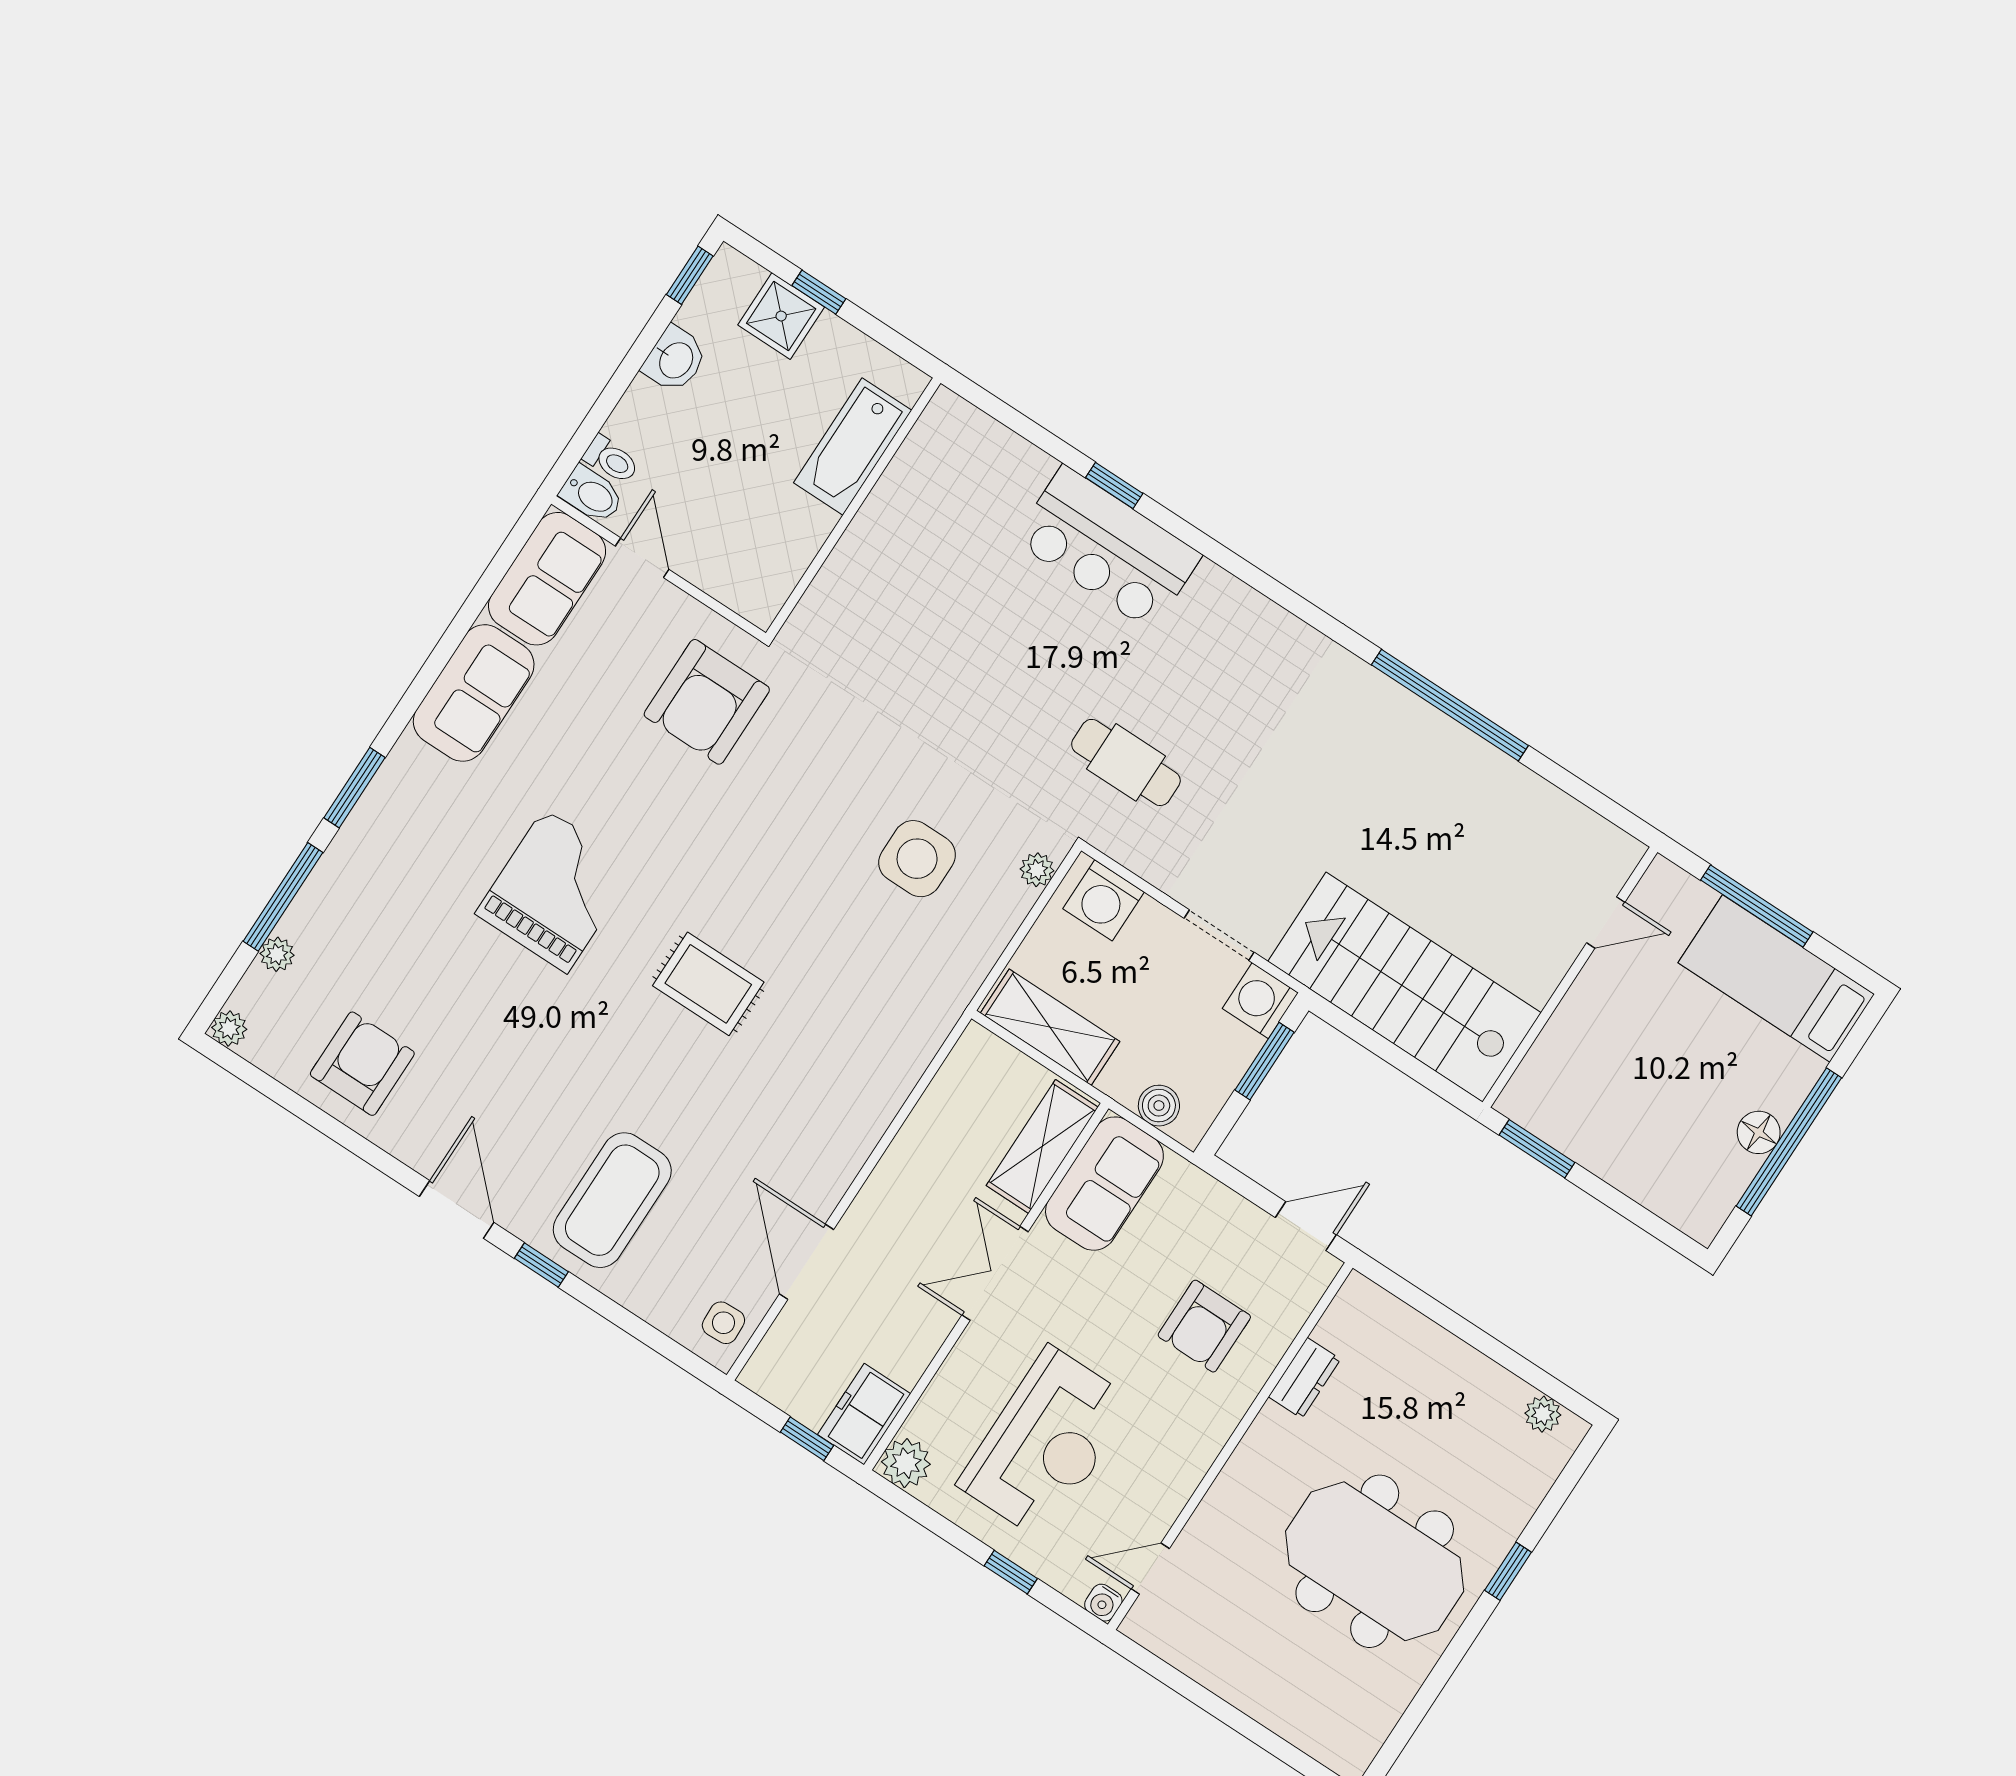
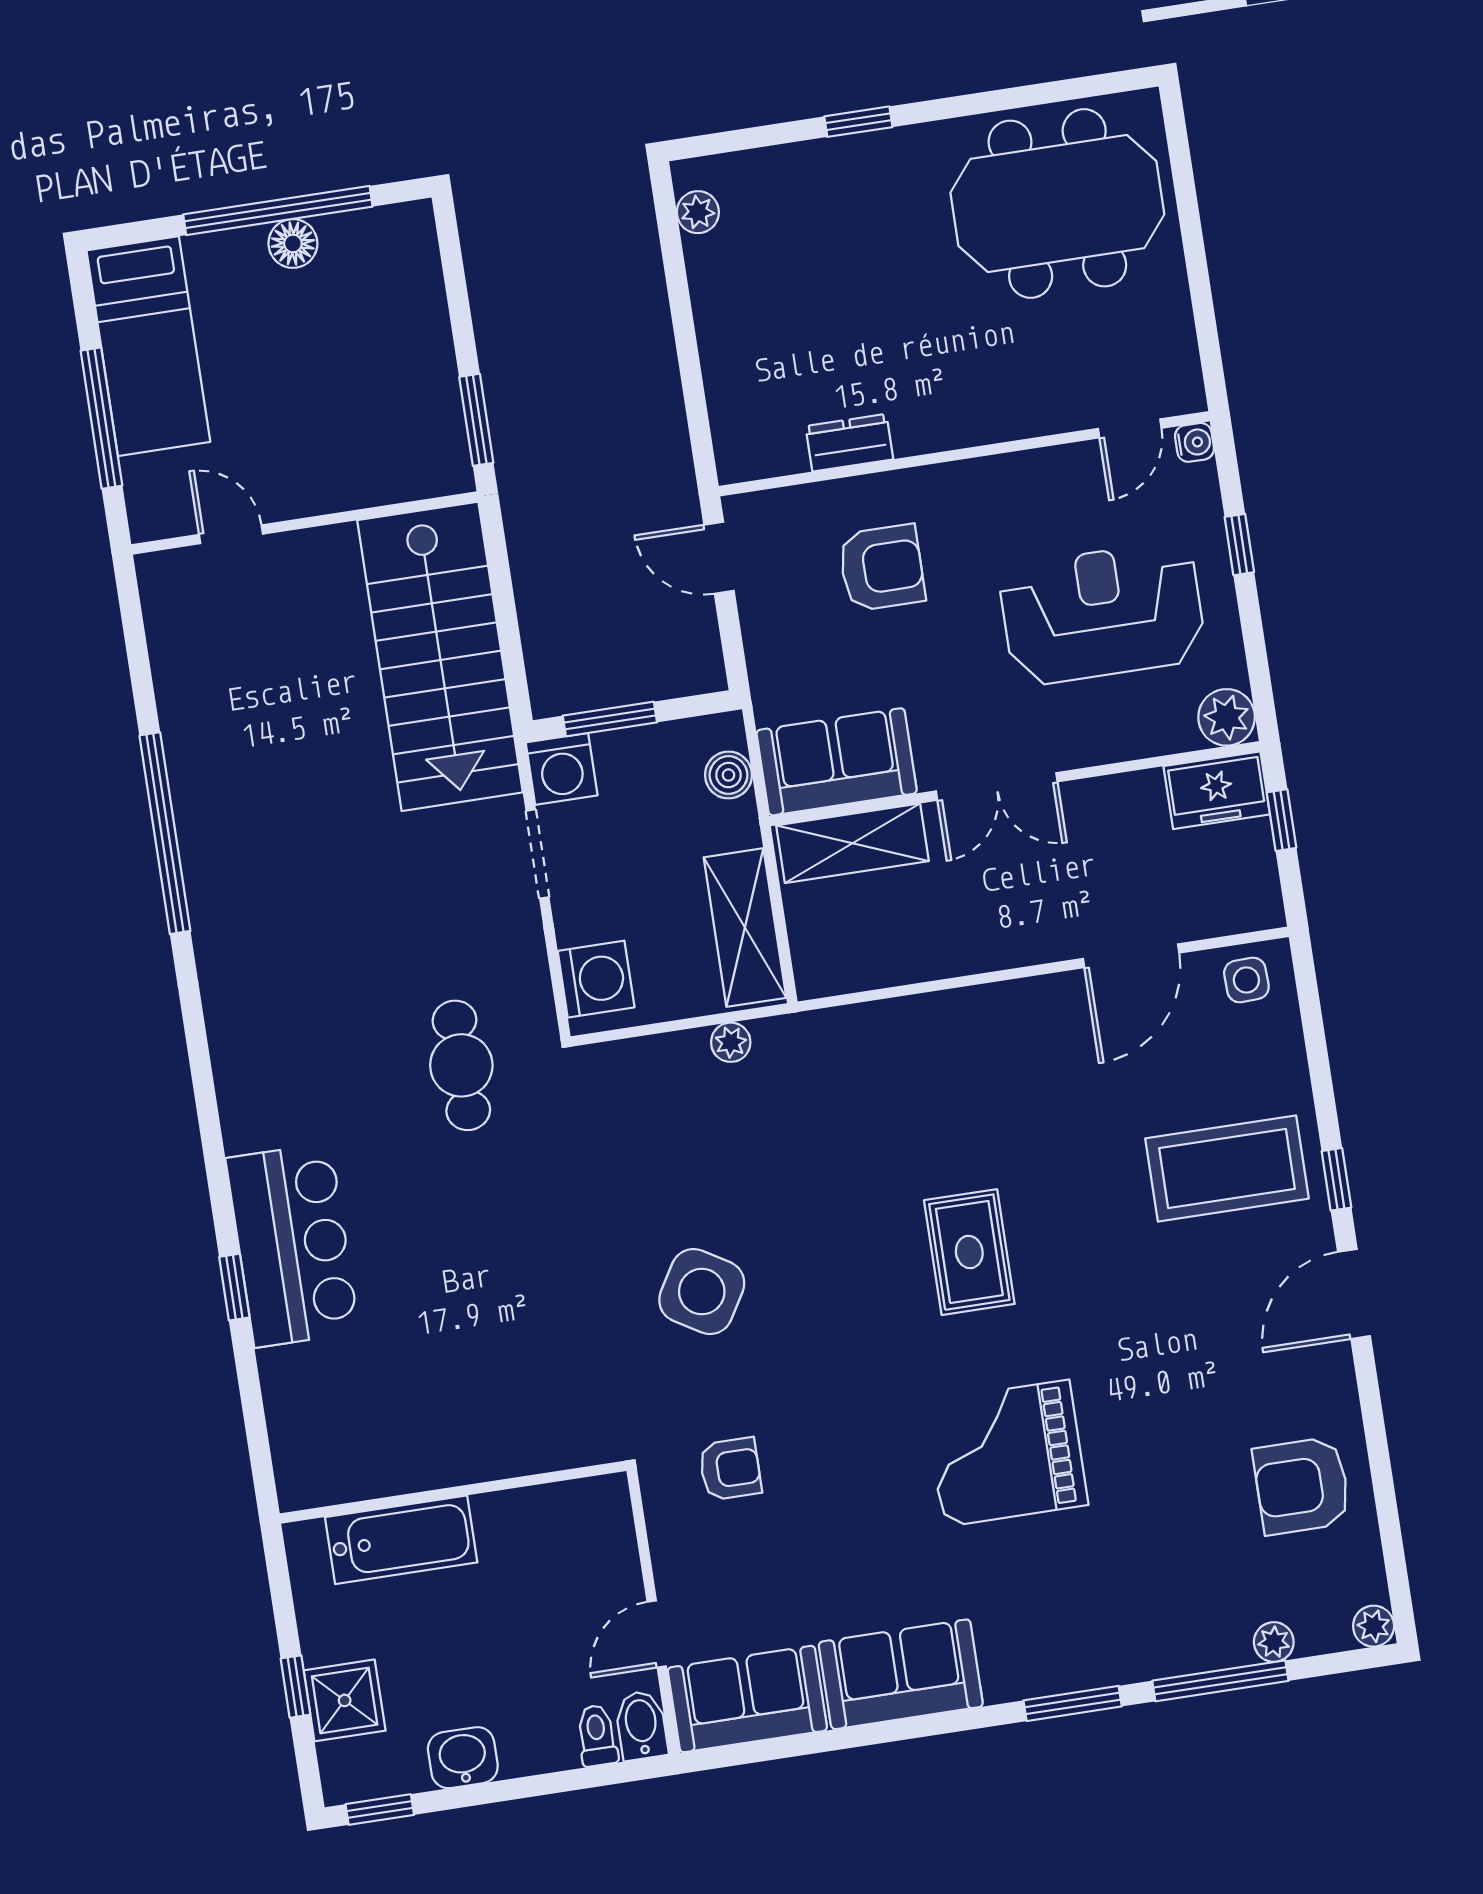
armchair: (707, 702) -> (730, 1469), width x0.53, depth x0.53
side table: (917, 859) -> (702, 1292), moved, turned 31
plant: (1037, 870) -> (731, 1042), moved
meeting table: (1375, 1561) -> (1057, 204), moved, turned 90
door: (1150, 1569) -> (1130, 428), hinge flipped

